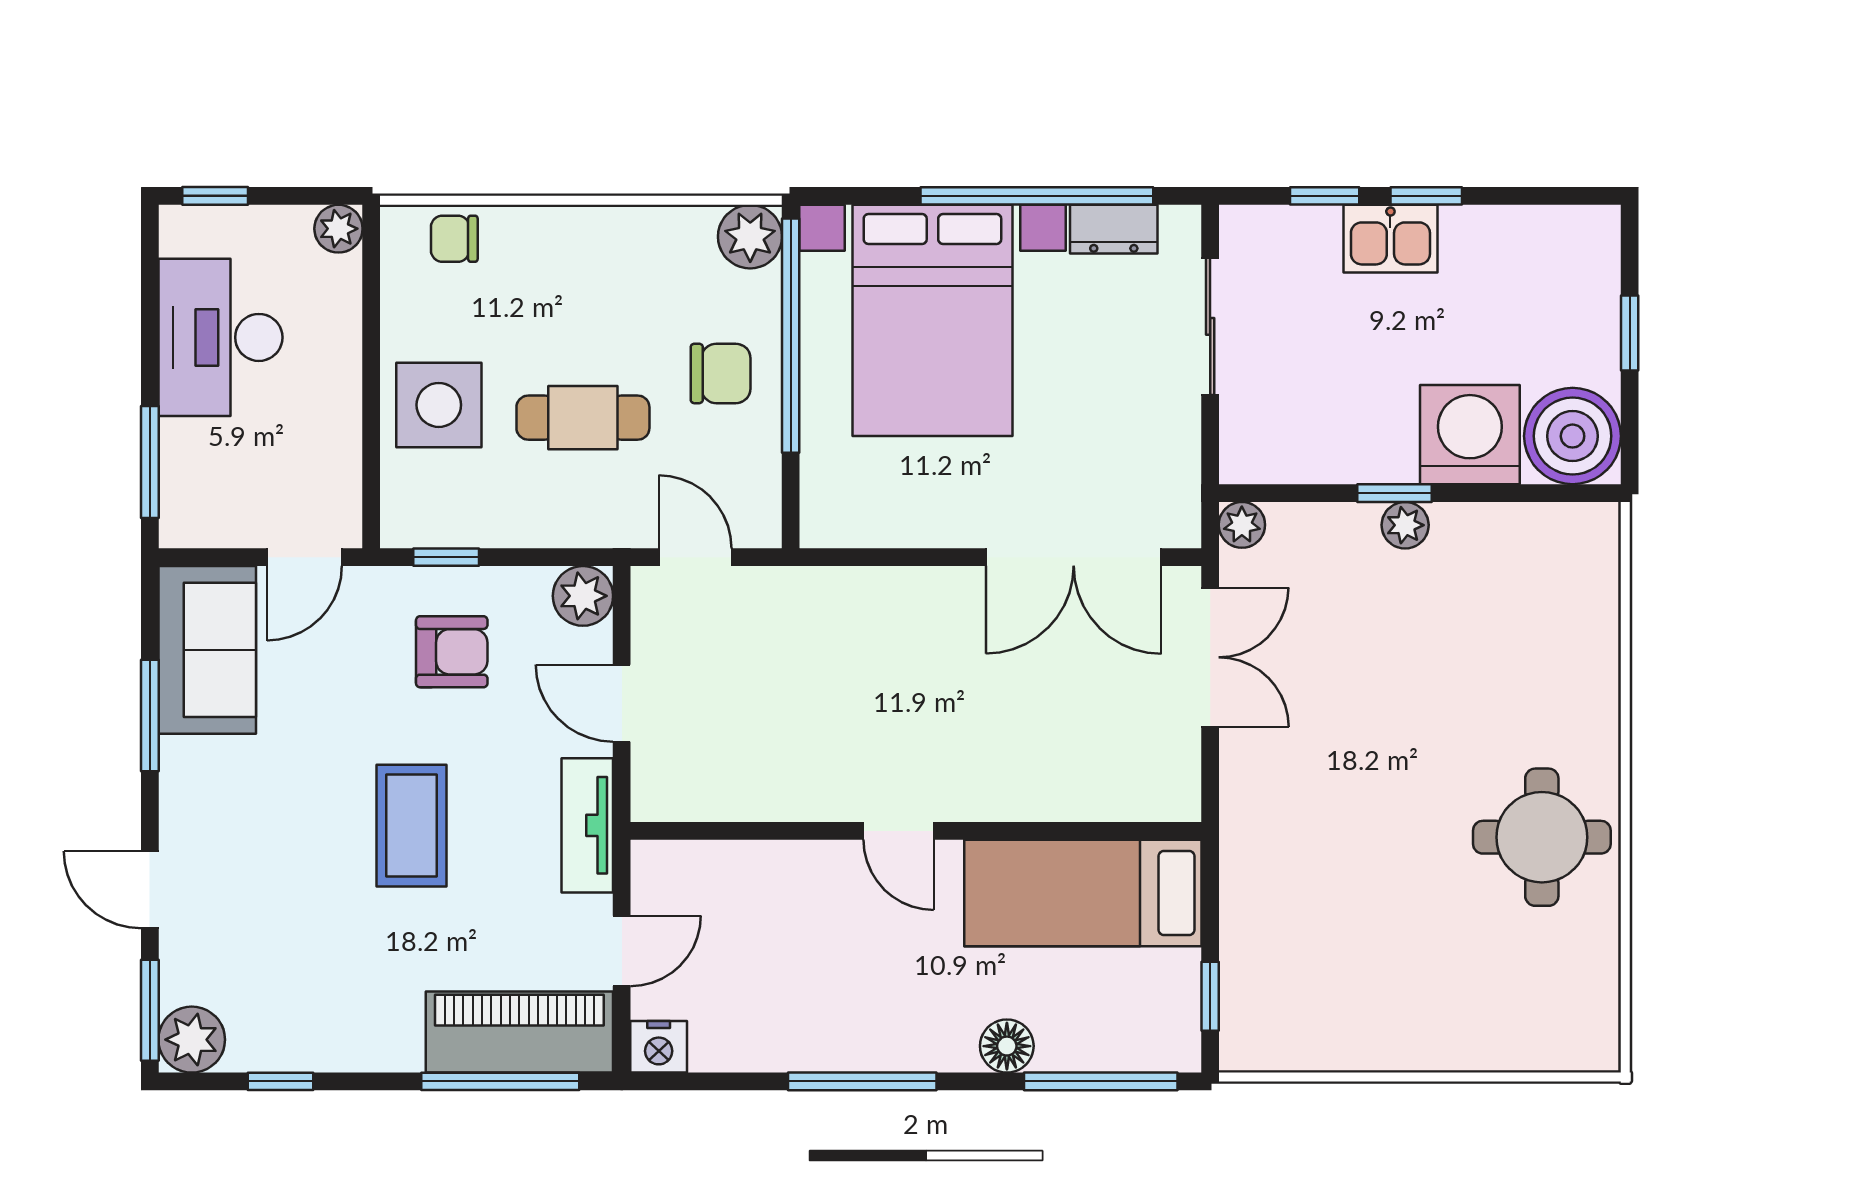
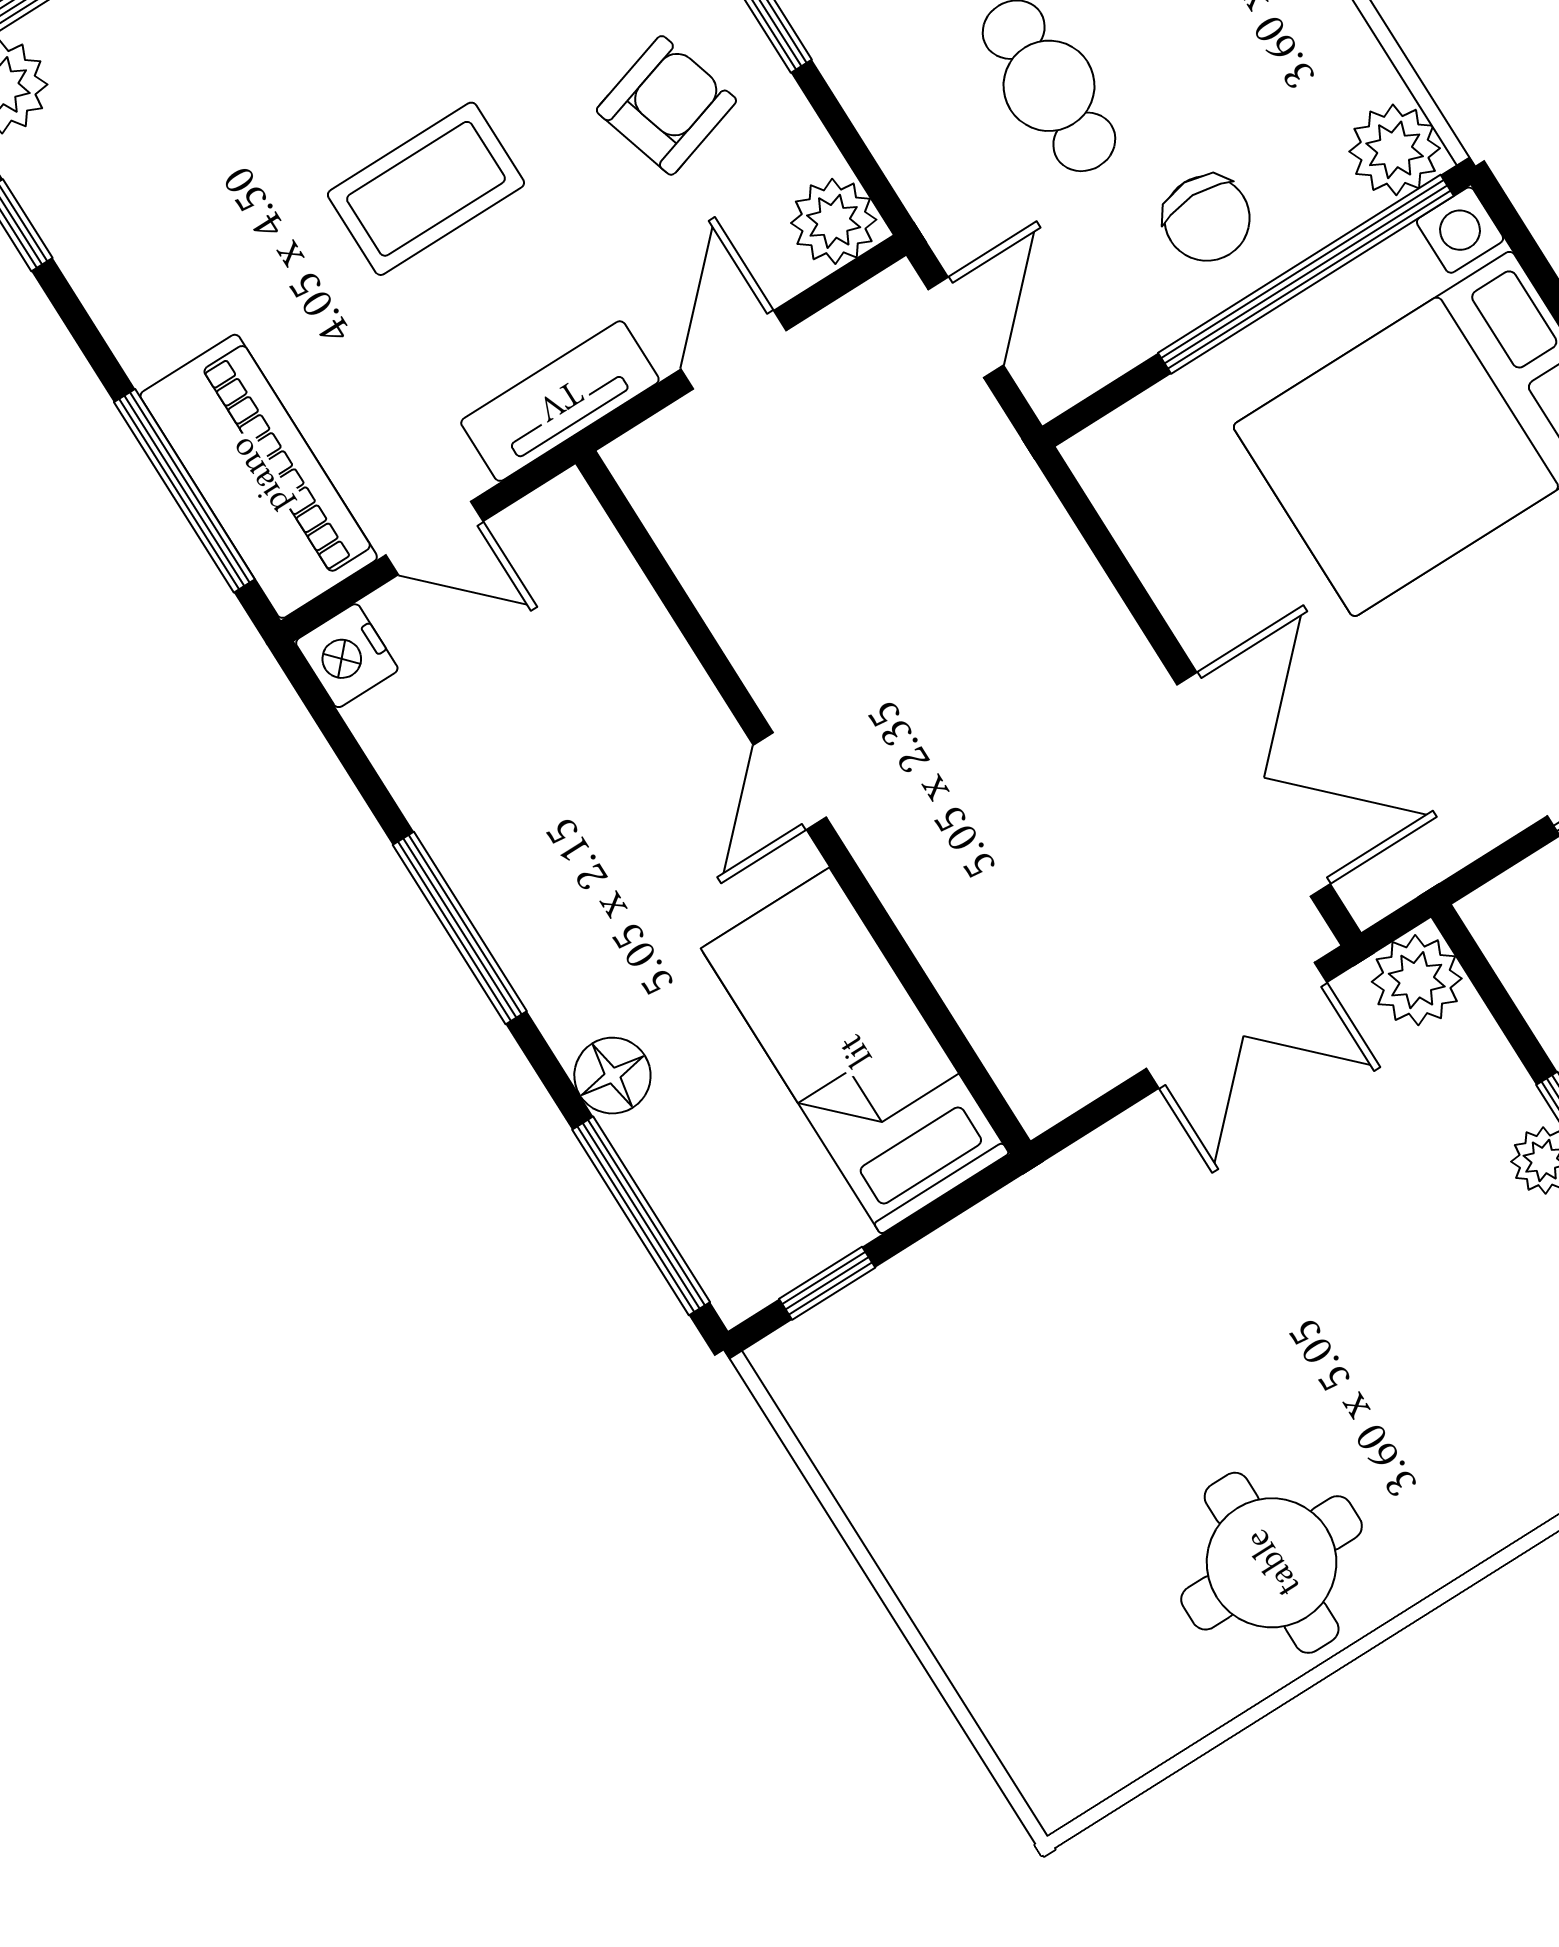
plant: (1242, 525) -> (1417, 980), width x1.38, depth x1.38
double door: (1074, 557) -> (1254, 784), swing flipped
armchair: (452, 652) -> (666, 105), turned -107

